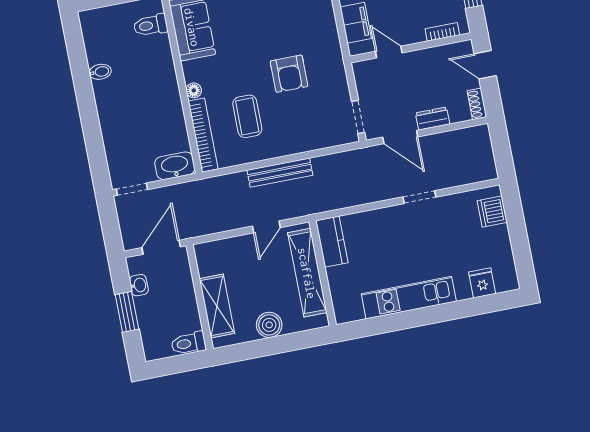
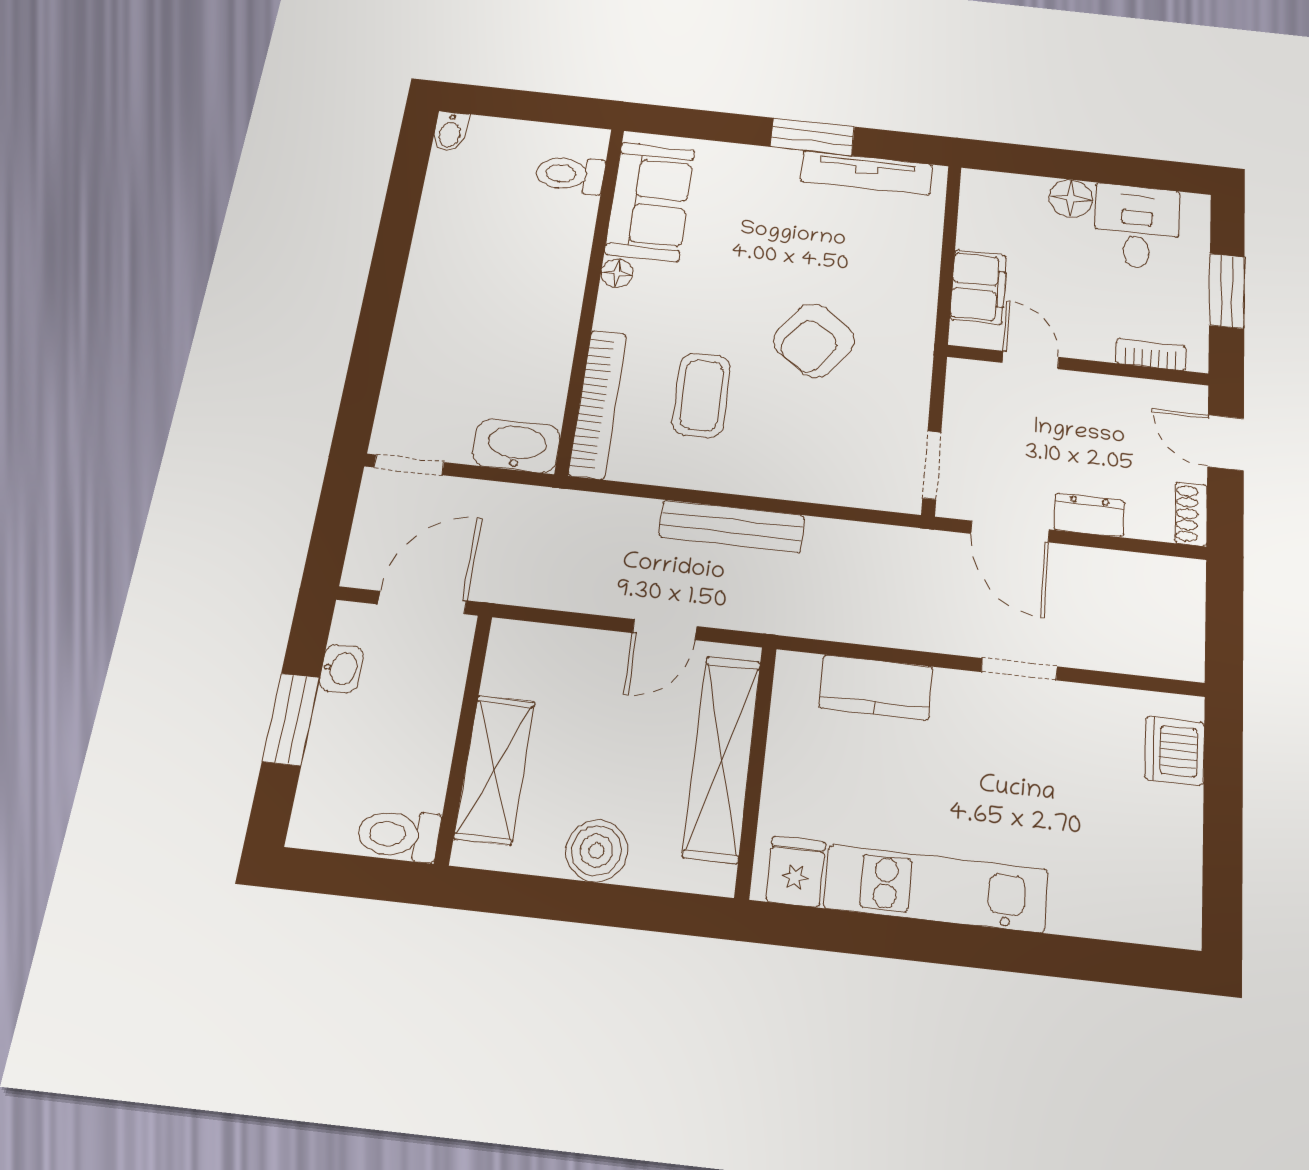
bidet: (100, 72) -> (450, 132), moved, turned 90
armchair: (289, 74) -> (814, 340), turned 37
floor lamp: (194, 90) -> (617, 273), moved
kitchen counter: (332, 242) -> (876, 687), moved, turned 90
fridge: (482, 283) -> (796, 872), moved

